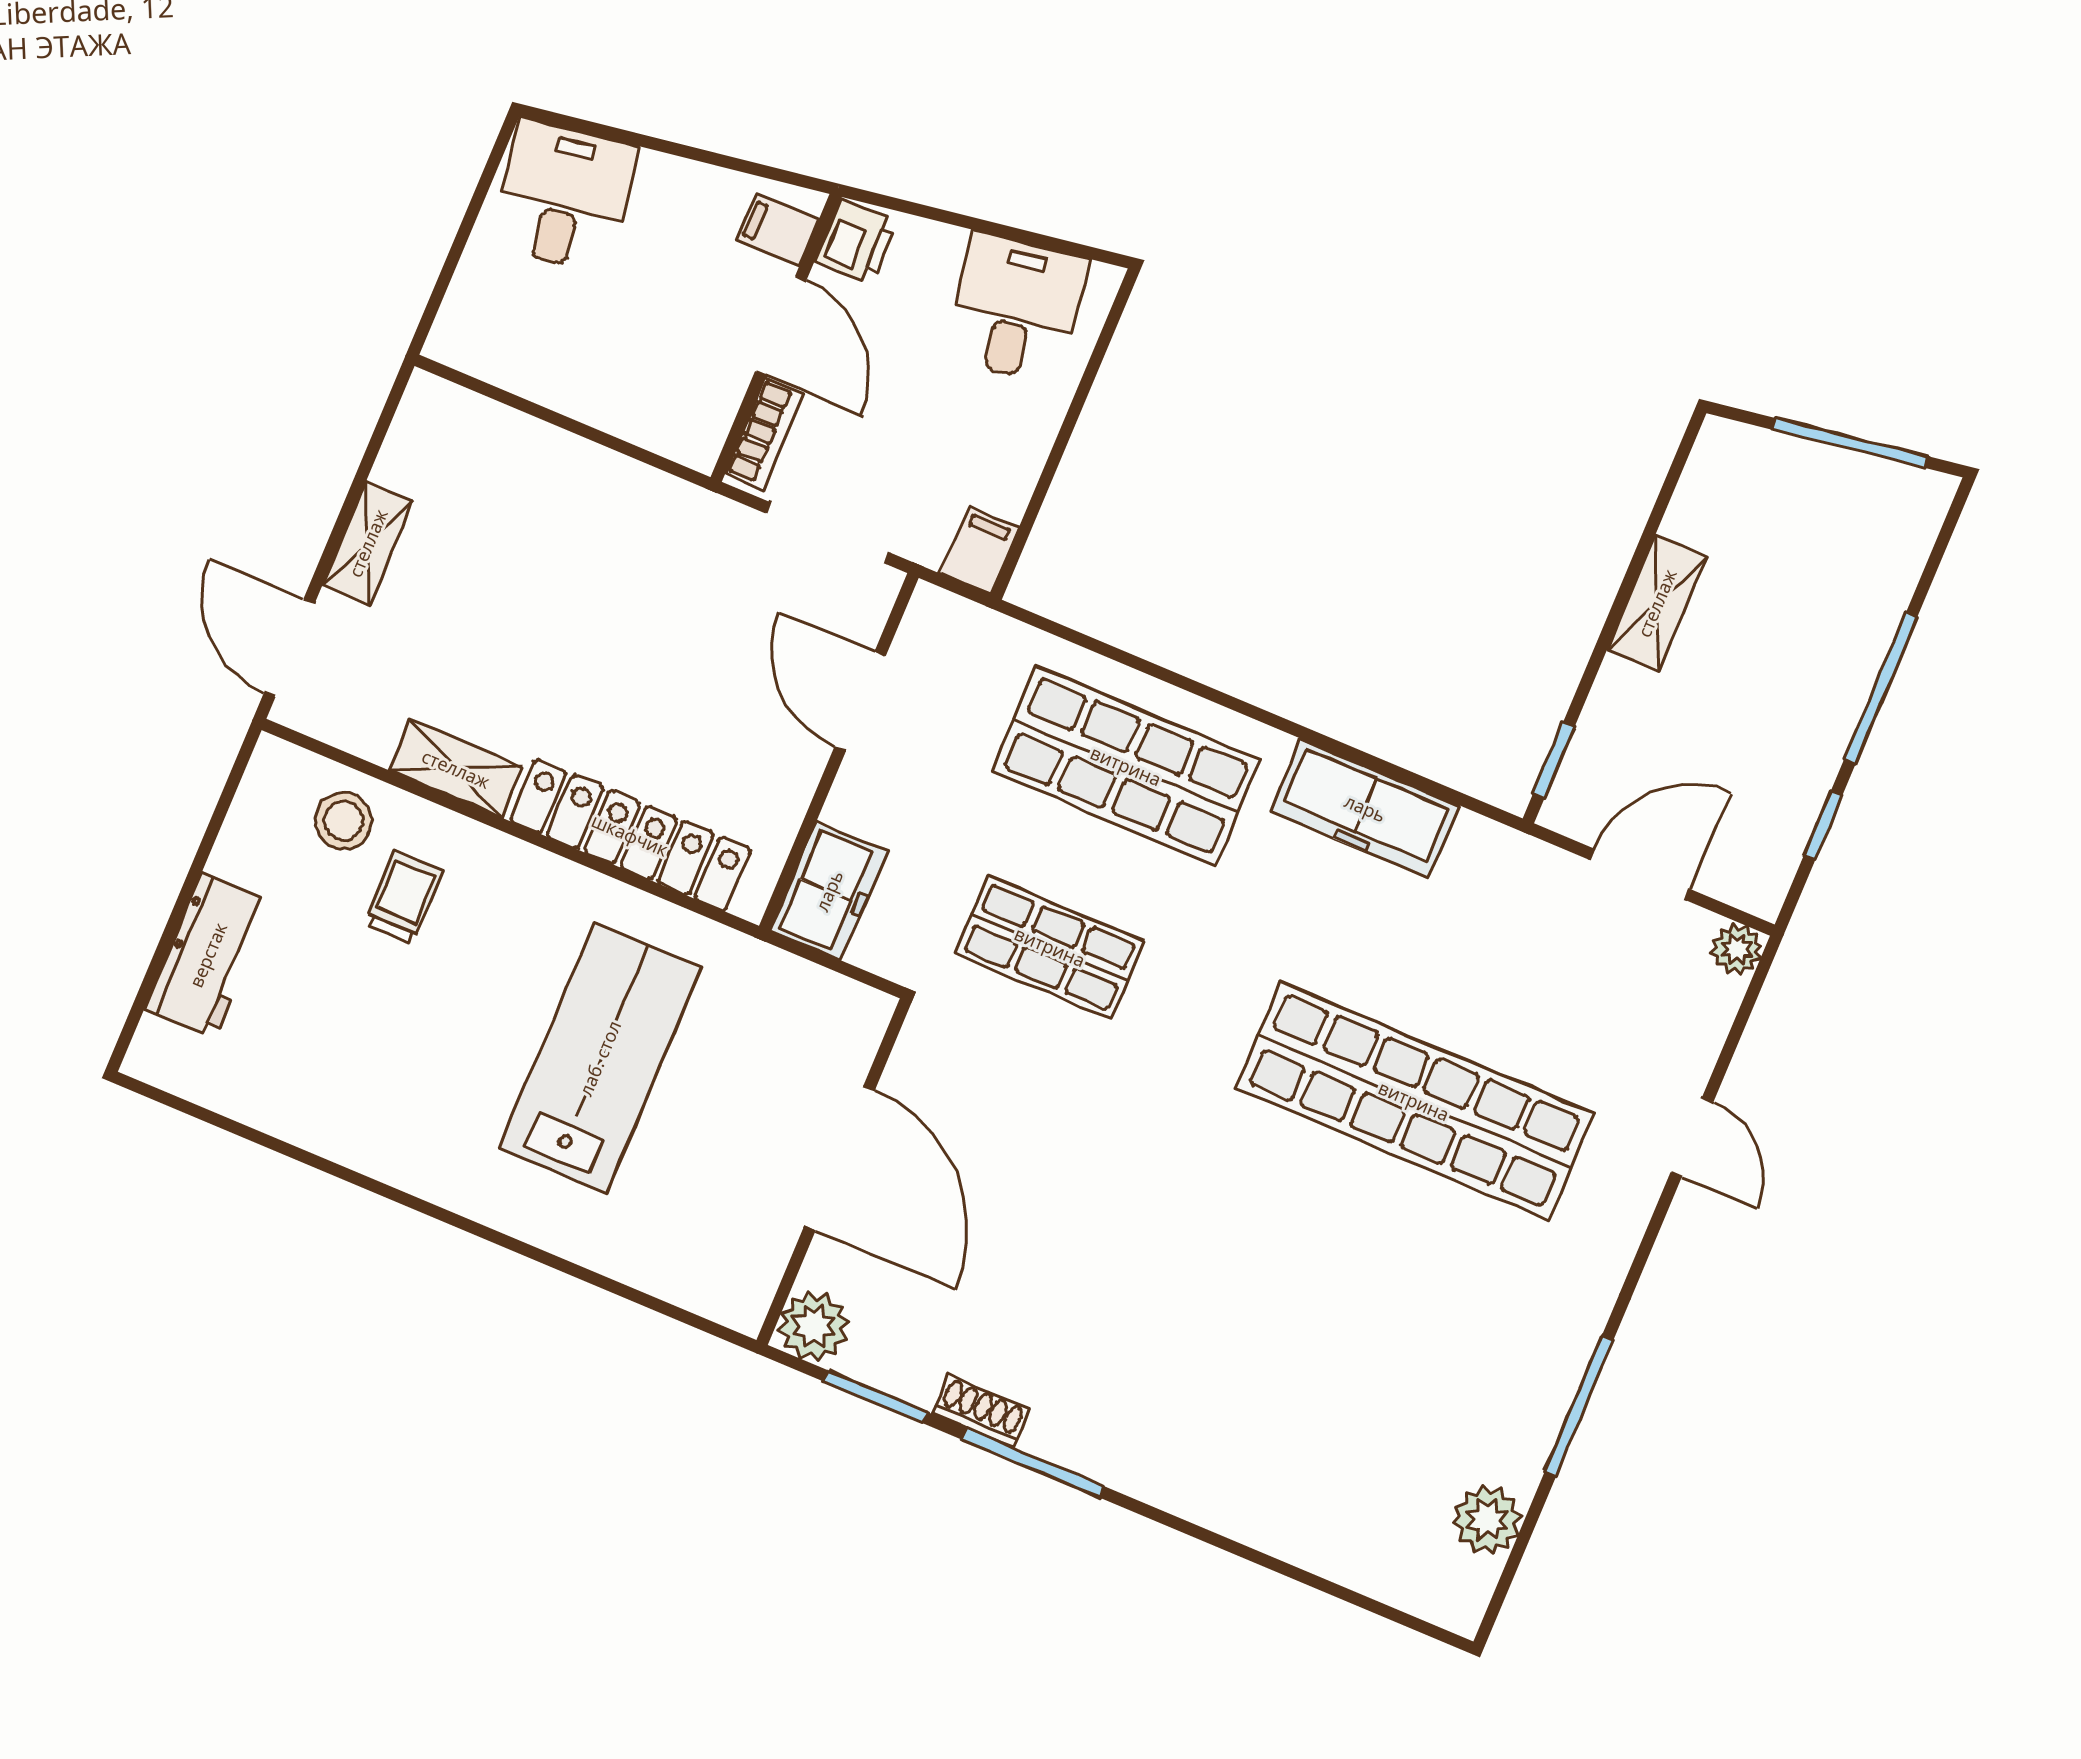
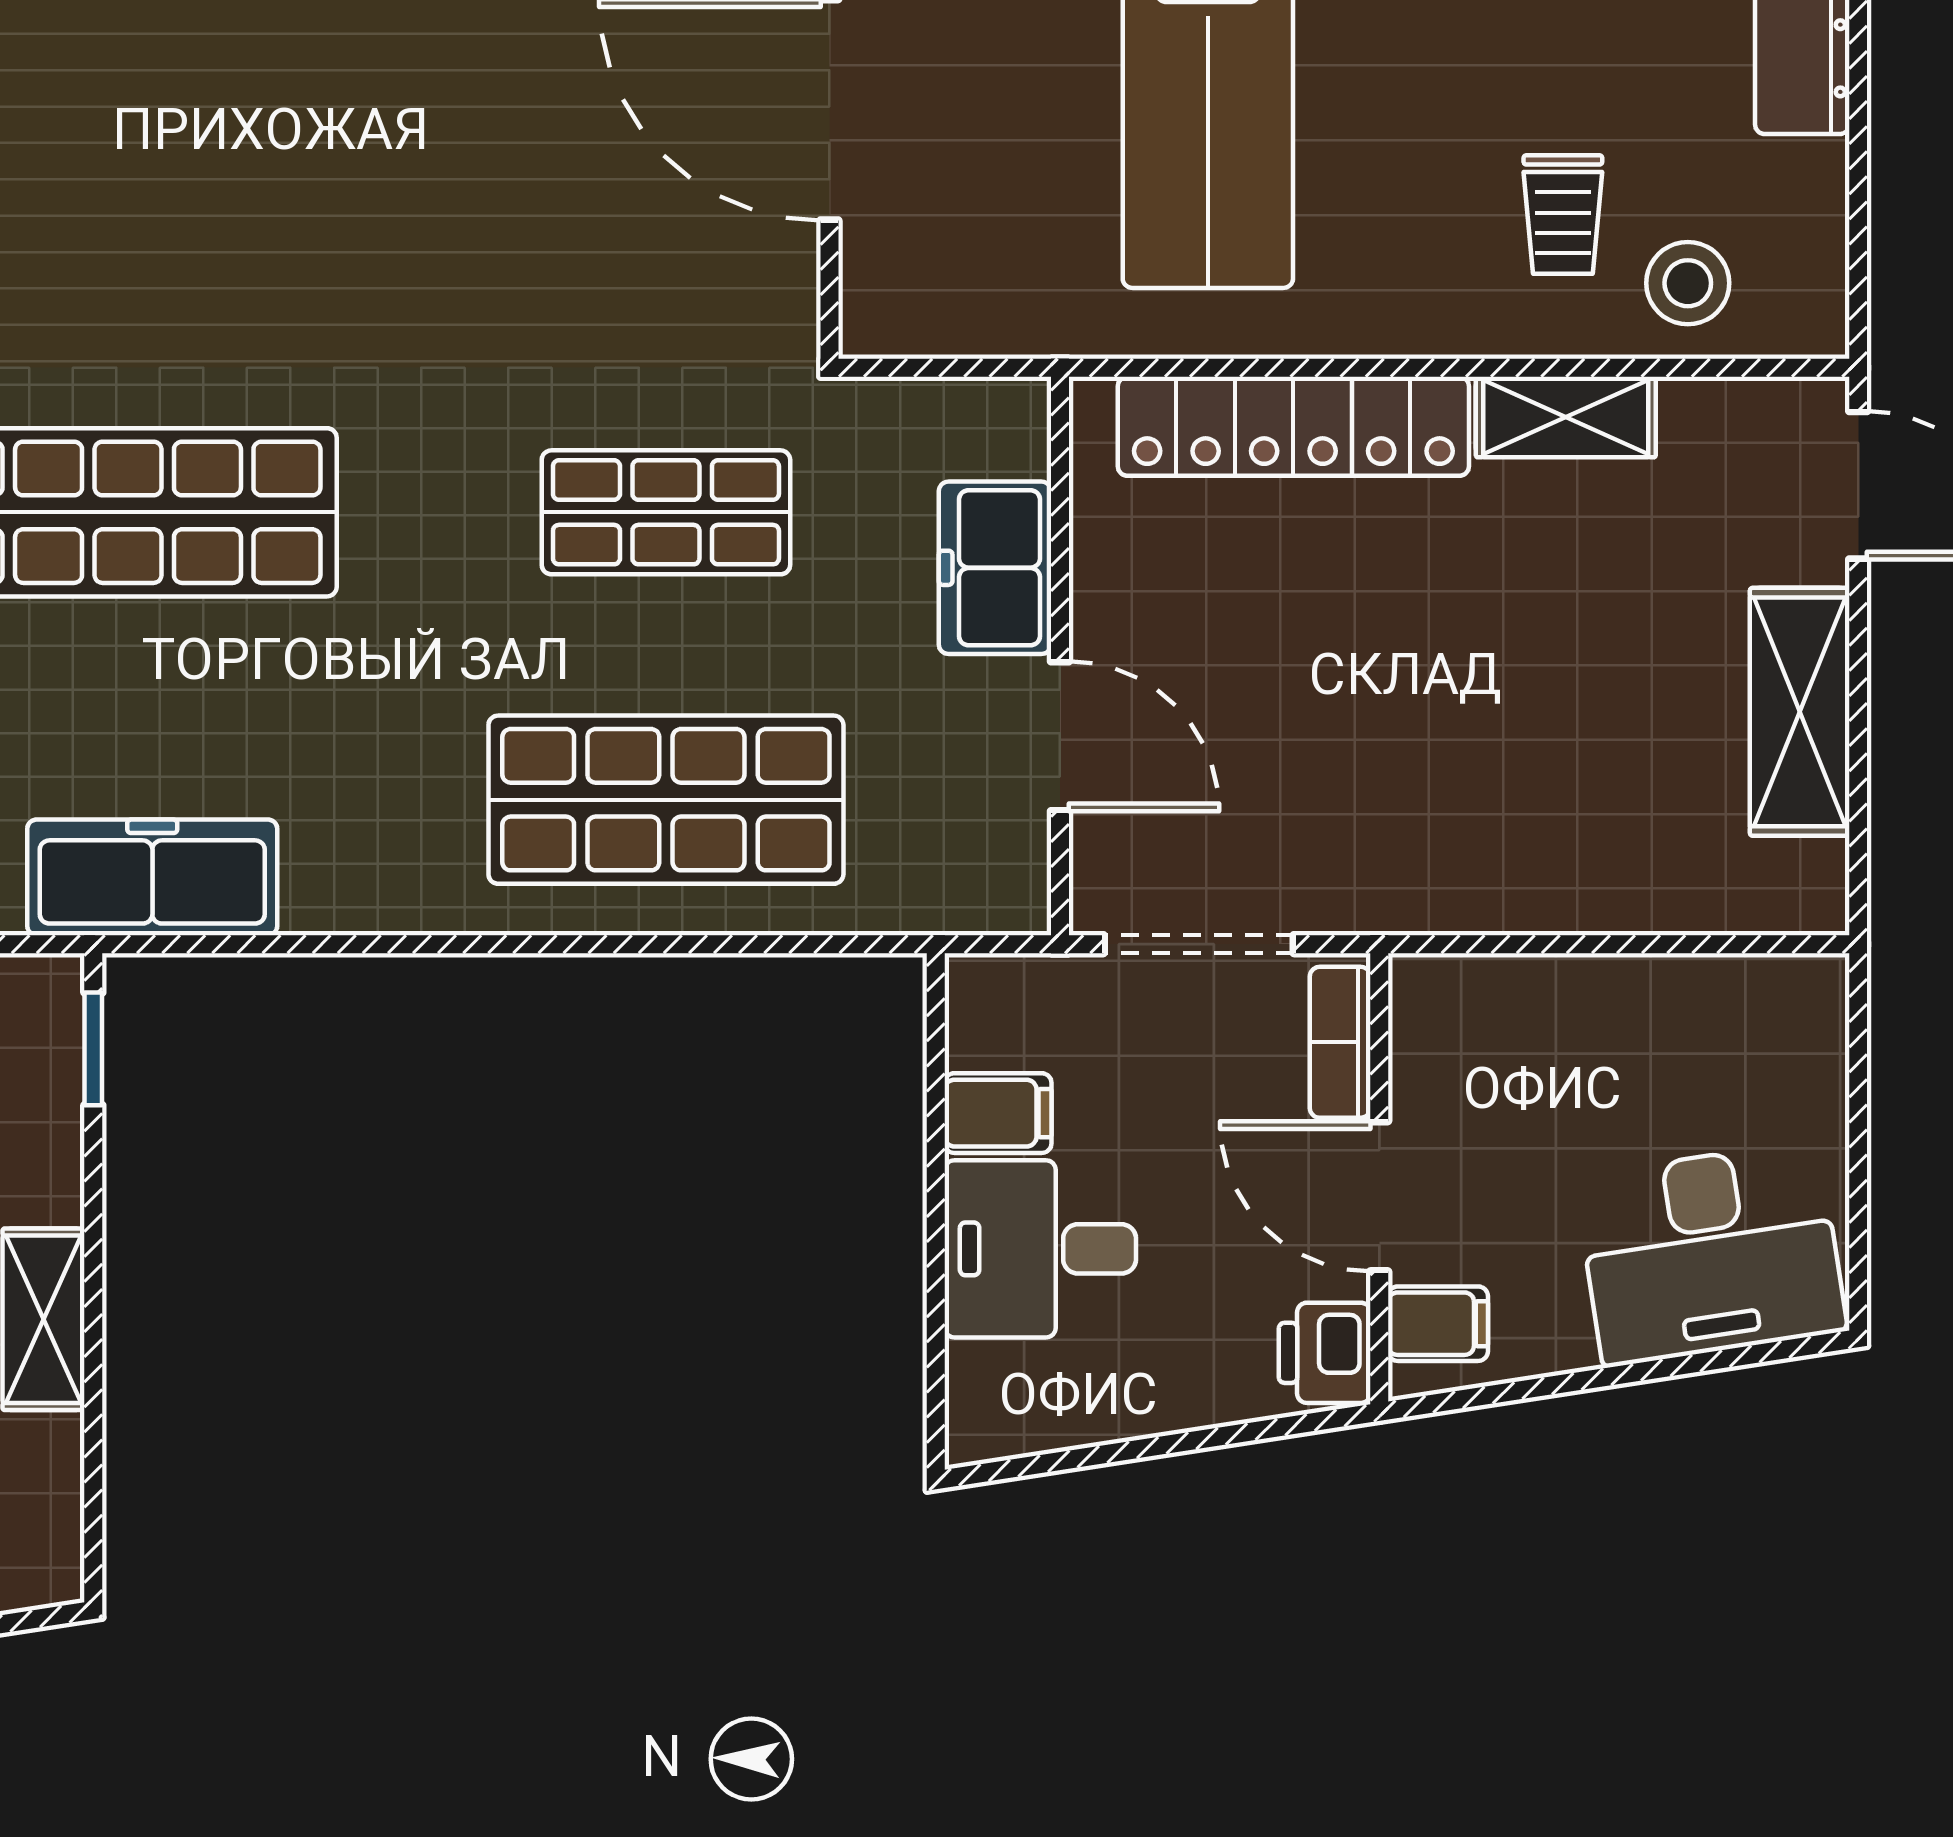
desk: (564, 196) -> (1711, 1253), width x1.37
desk: (1016, 308) -> (1040, 1249), moved, turned 99
shelving: (368, 543) -> (1800, 712), width x1.50, depth x1.33
filing cabinet: (979, 551) -> (998, 1113), moved, turned -90
freezer: (1365, 808) -> (152, 877), moved
freezer: (829, 891) -> (995, 568), moved

